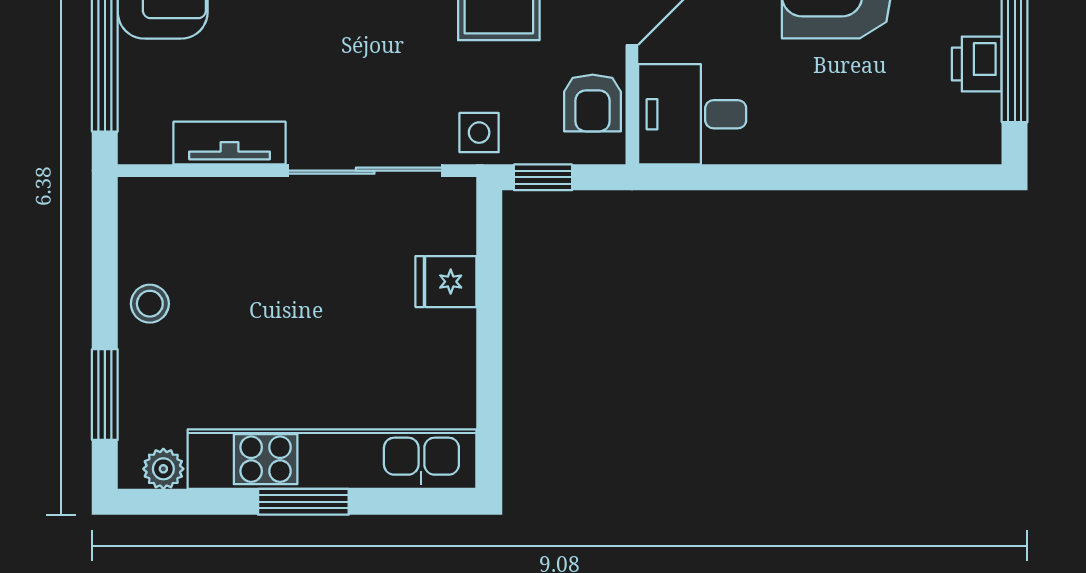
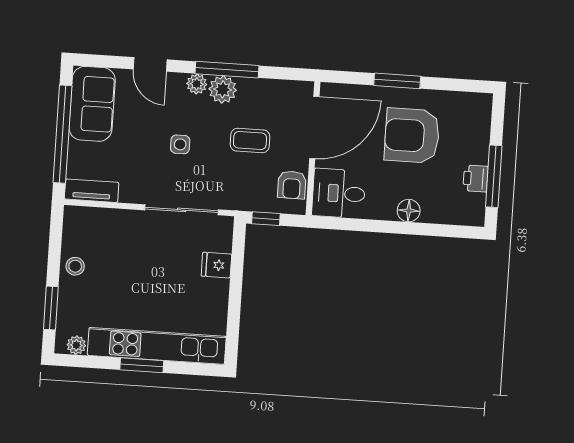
side table: (479, 133) -> (180, 144), moved
floor lamp: (841, 141) -> (409, 211), added
tv unit: (229, 143) -> (92, 191), moved

